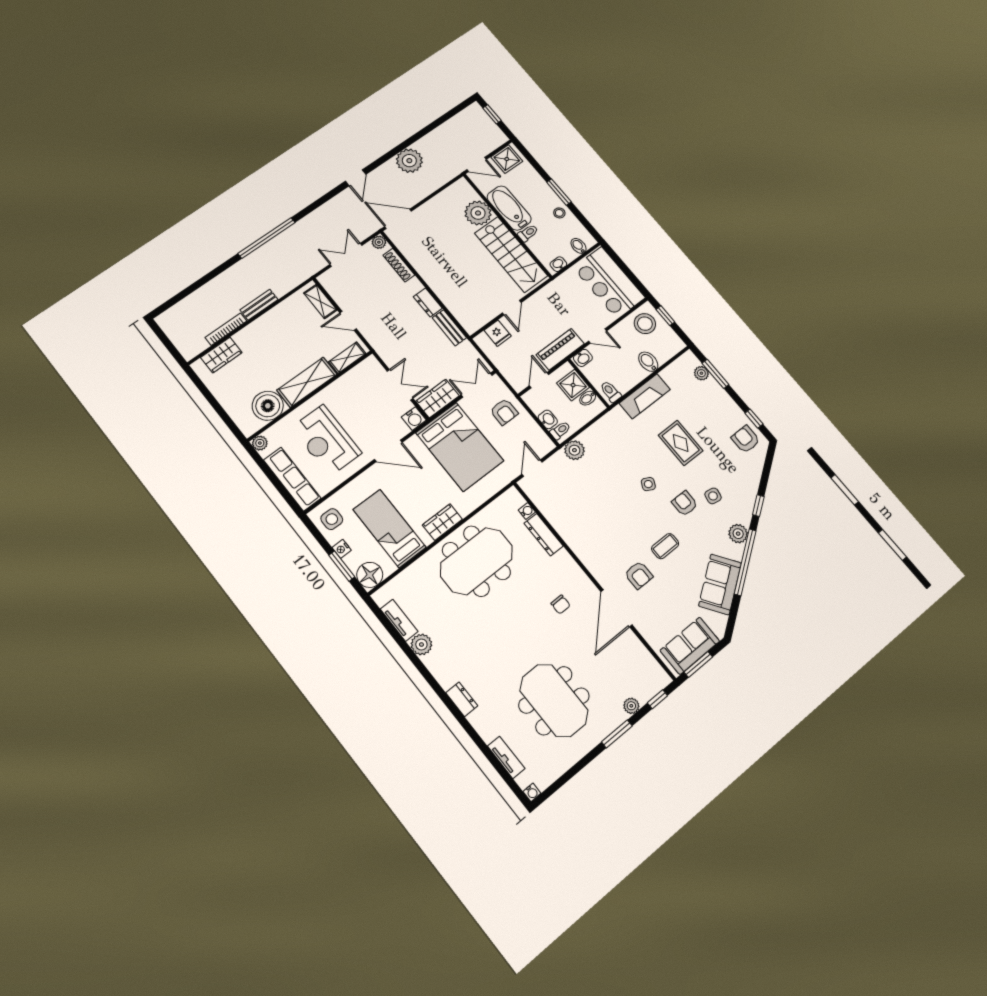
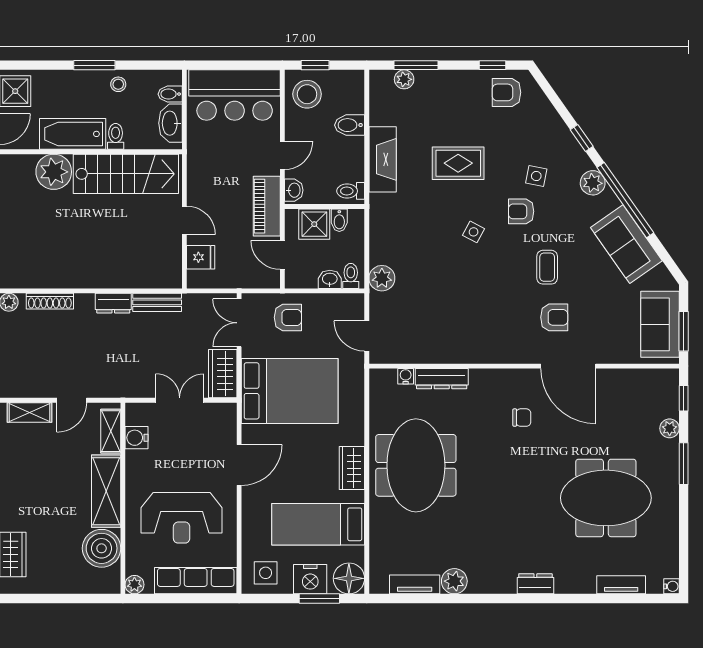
washbasin: (558, 264) -> (170, 123), width x1.91, depth x1.45
water cooler: (414, 419) -> (136, 438), moved, turned 180
nightstand: (342, 549) -> (310, 579), width x1.89, depth x1.79

